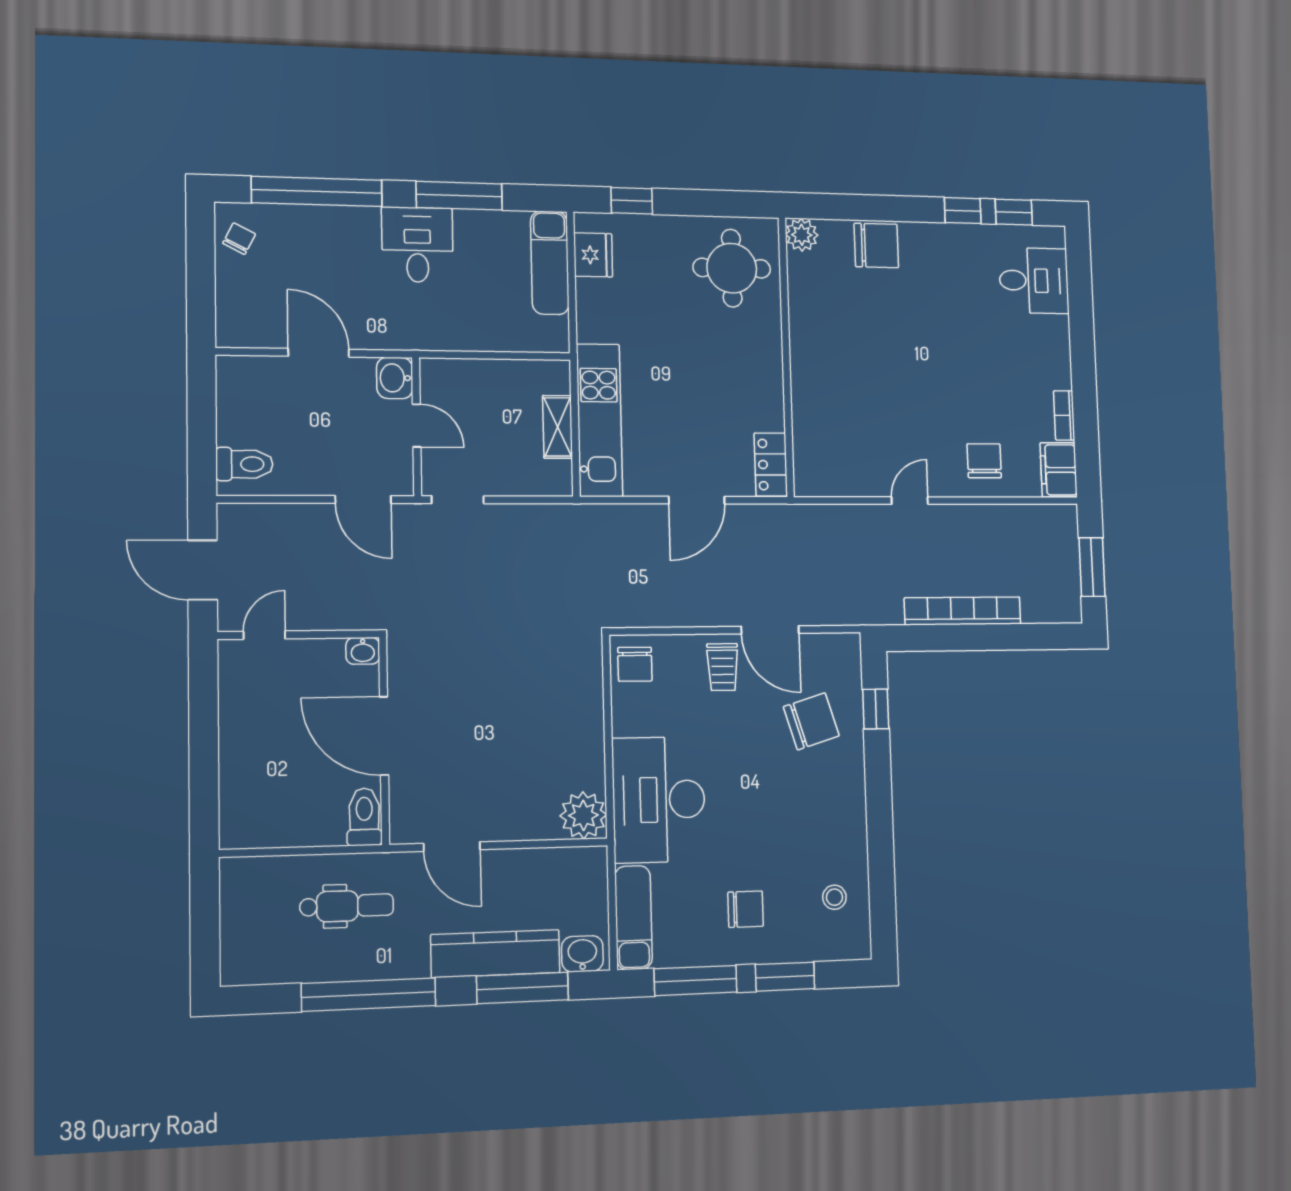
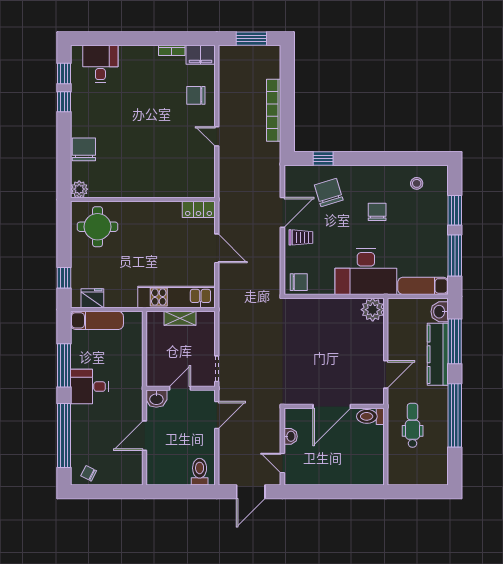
washbasin: (363, 651) -> (291, 436), moved
chair: (746, 909) -> (377, 212), moved

